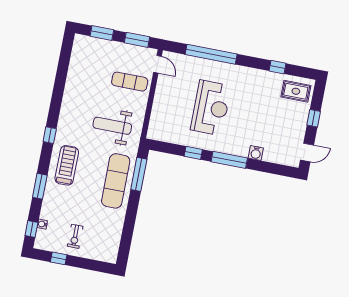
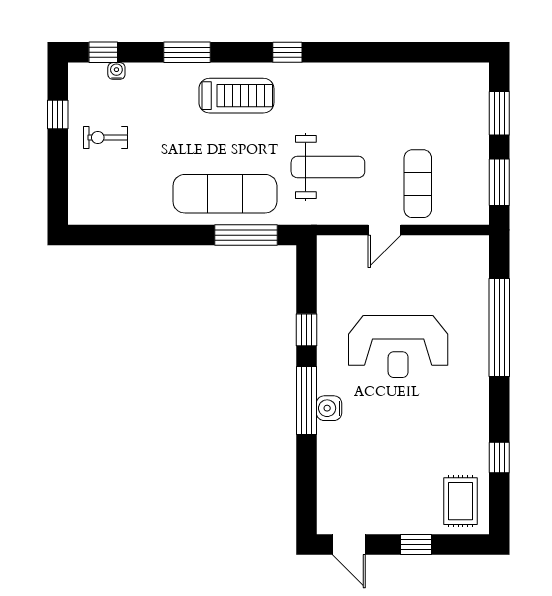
door: (158, 64) -> (384, 230), moved
weight bench: (112, 126) -> (328, 167), turned 90
water cooler: (256, 153) -> (329, 408), moved

